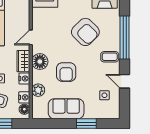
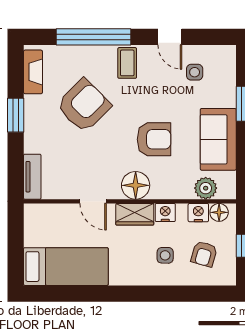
door: (125, 81) -> (170, 37), hinge flipped
plant: (38, 90) -> (206, 188), moved

